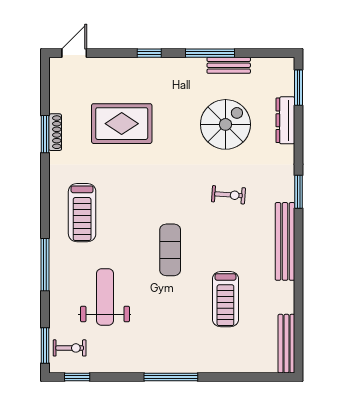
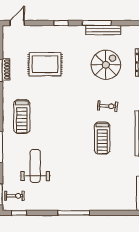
bench: (229, 65) -> (103, 30), width x1.36
exercise mat: (170, 250) -> (73, 138), removed
treadmill: (225, 299) -> (102, 138), moved

